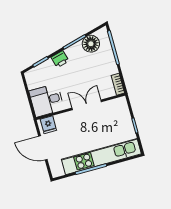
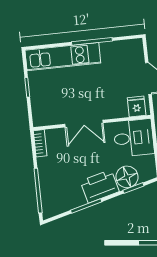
floor lamp: (91, 44) -> (127, 177), moved
printer: (60, 59) -> (100, 186), width x1.87, depth x1.48
kitchen unit: (101, 157) -> (63, 57), width x0.73

